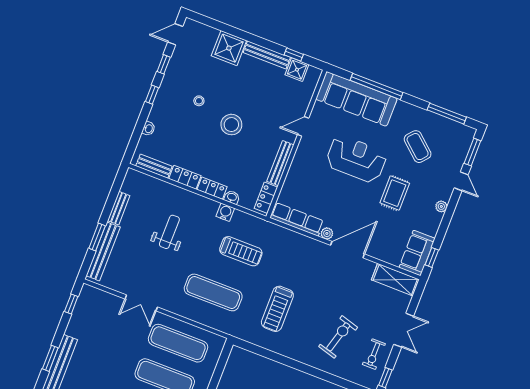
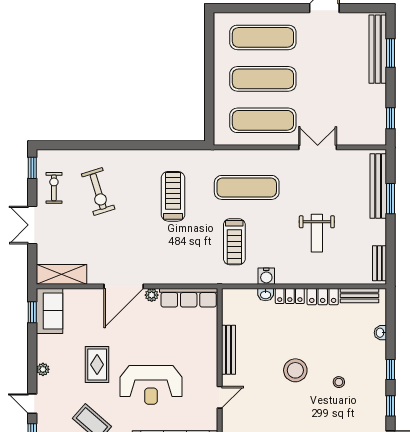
locker: (266, 198) -> (230, 308), removed
bench: (119, 208) -> (379, 263), moved
treadmill: (241, 251) -> (234, 242), turned -90
exercise bike: (338, 337) -> (98, 191), turned -33

